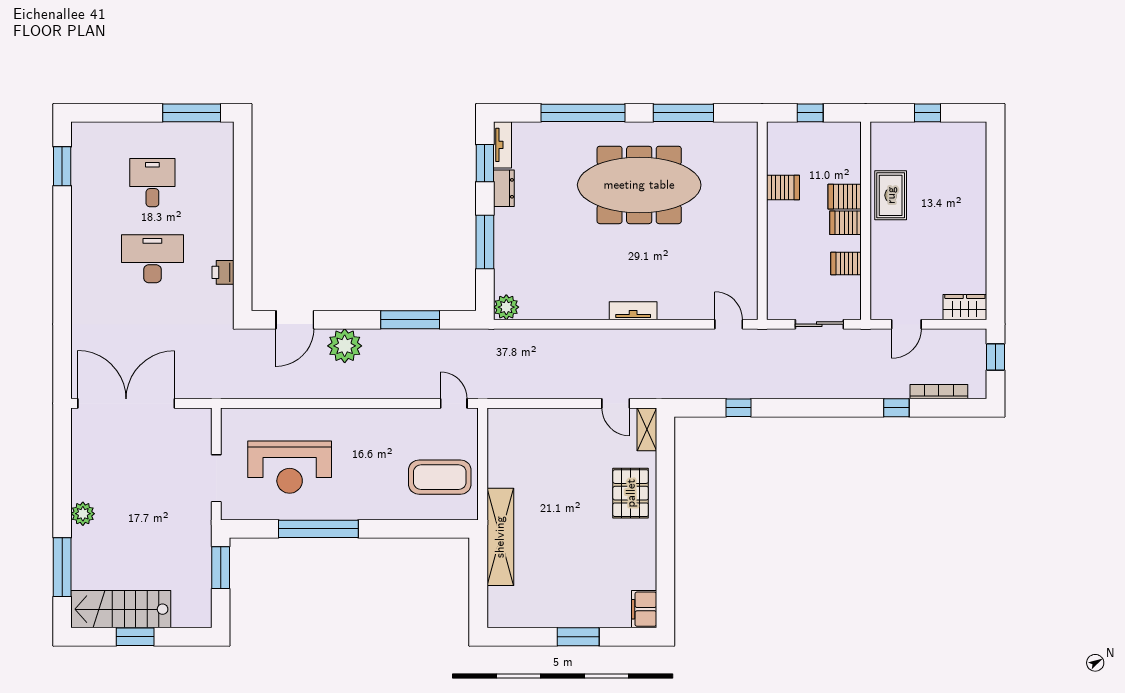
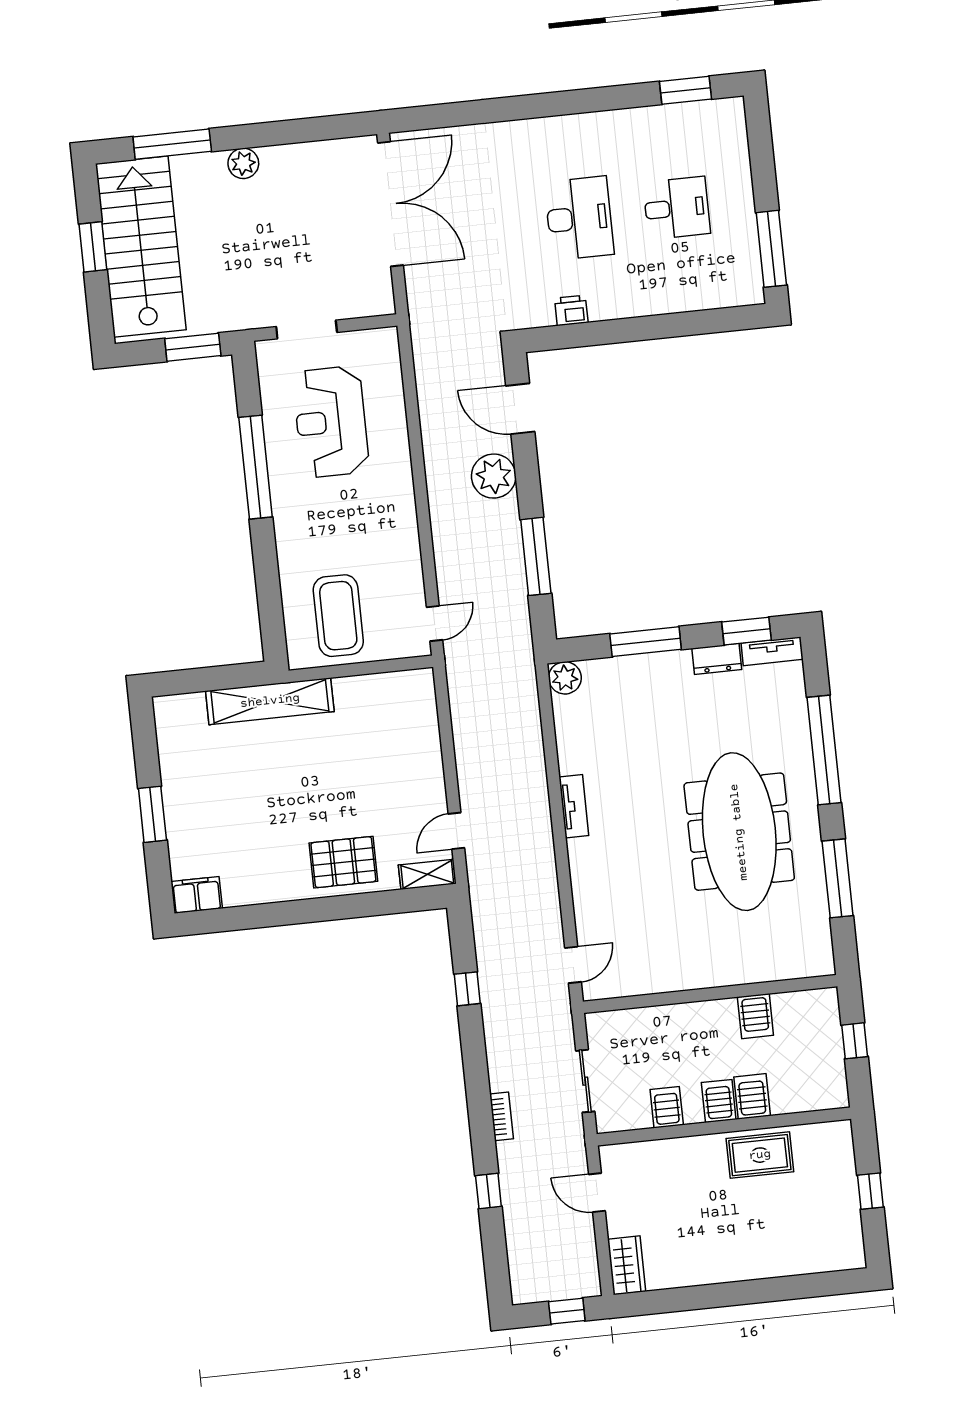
tv unit: (633, 311) -> (574, 806), moved
bookcase: (939, 392) -> (502, 1116), moved, width x0.64
stairs: (121, 609) -> (141, 247), width x1.36, depth x1.51

